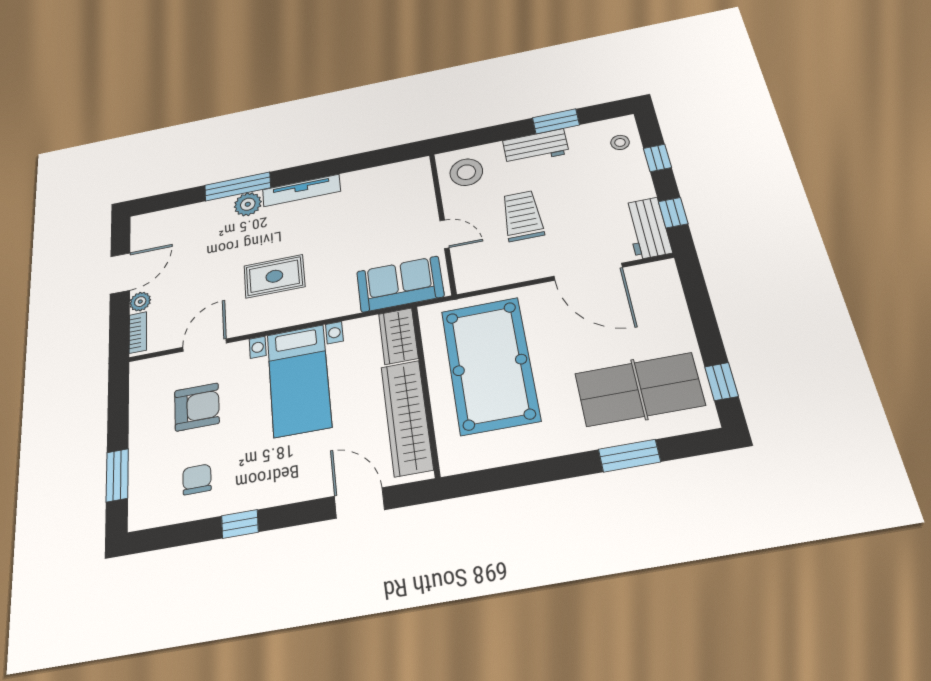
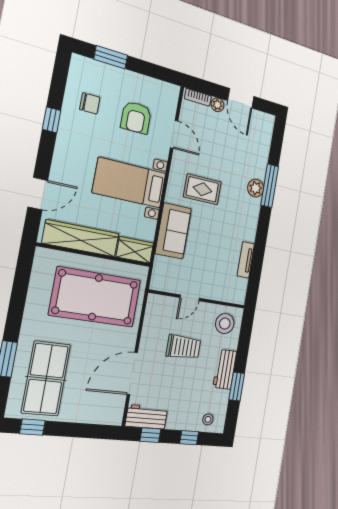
tv unit: (301, 190) -> (246, 260), moved, width x0.71
rug: (274, 276) -> (202, 189), turned 90
sofa: (400, 284) -> (173, 231), moved

